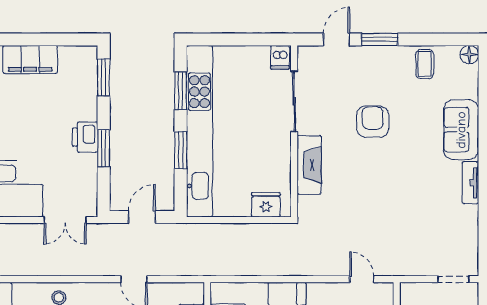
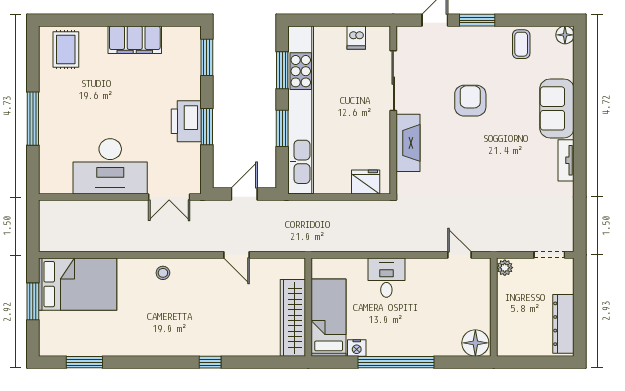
dishwasher: (280, 57) -> (356, 38), moved
printer: (85, 137) -> (186, 121), width x1.37, depth x1.19
plant: (408, 292) -> (505, 268), added

